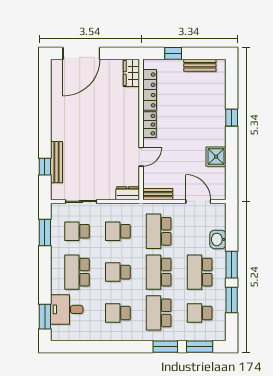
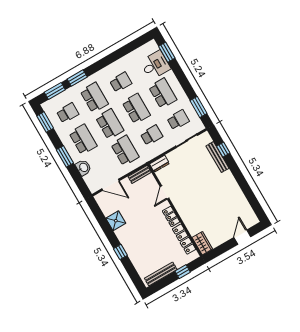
door: (81, 53) -> (242, 237), width x0.53
bench: (200, 65) -> (161, 274), width x1.36
school desk: (118, 272) -> (136, 109), width x1.85
window: (232, 300) -> (45, 122), moved

